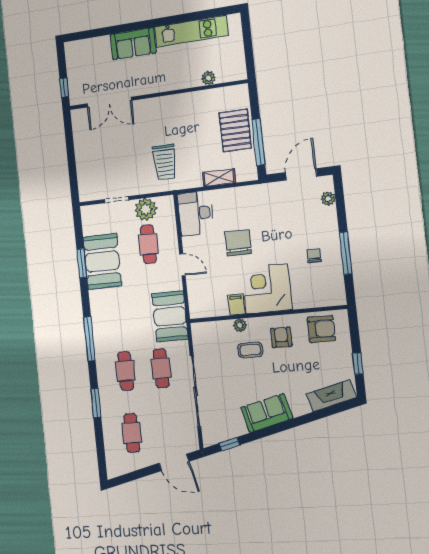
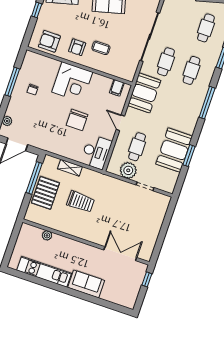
trolley: (165, 162) -> (81, 202), moved, turned 91
filing cabinet: (236, 305) -> (117, 88), moved
plant: (240, 325) -> (100, 67), removed

